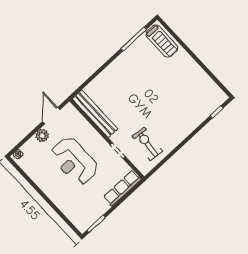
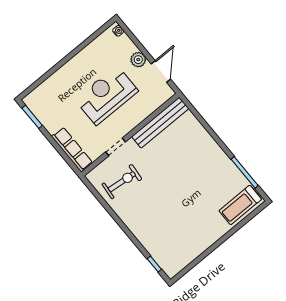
door: (51, 116) -> (161, 72), hinge flipped

